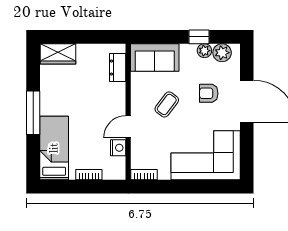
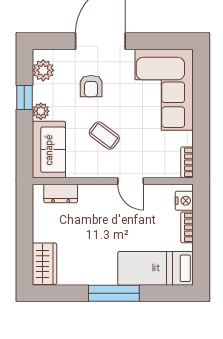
plant: (204, 51) -> (41, 111), moved
nightstand: (118, 148) -> (184, 201), moved, turned 90

